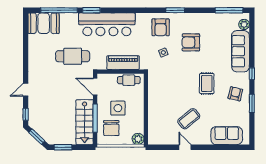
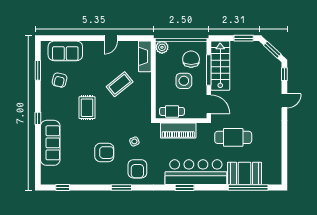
window: (91, 10) -> (185, 188), moved
window: (229, 10) -> (63, 188), width x0.46
booth: (44, 23) -> (244, 173), moved
plant: (244, 24) -> (46, 172), removed
armchair: (161, 27) -> (137, 169), turned 180
armchair: (235, 94) -> (60, 80), moved
window: (252, 103) -> (38, 70), moved
coffee table: (189, 119) -> (120, 84), moved
fireplace: (154, 131) -> (145, 56), added
door: (185, 147) -> (111, 38), hinge flipped

